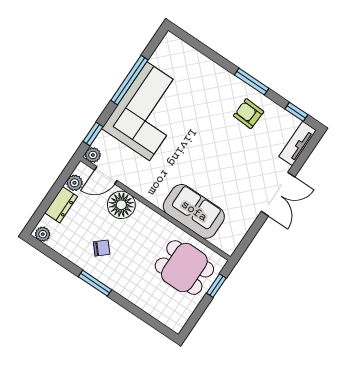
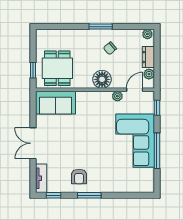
armchair: (249, 114) -> (79, 176), turned 87
plant: (93, 155) -> (117, 96), moved
floor lamp: (121, 205) -> (102, 79), moved
sofa: (194, 211) -> (55, 103), moved
dining table: (184, 268) -> (57, 68), turned 90

